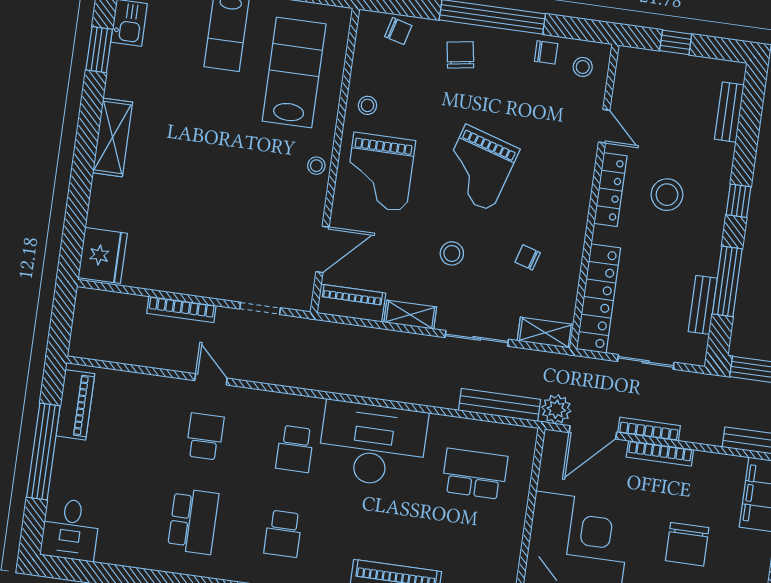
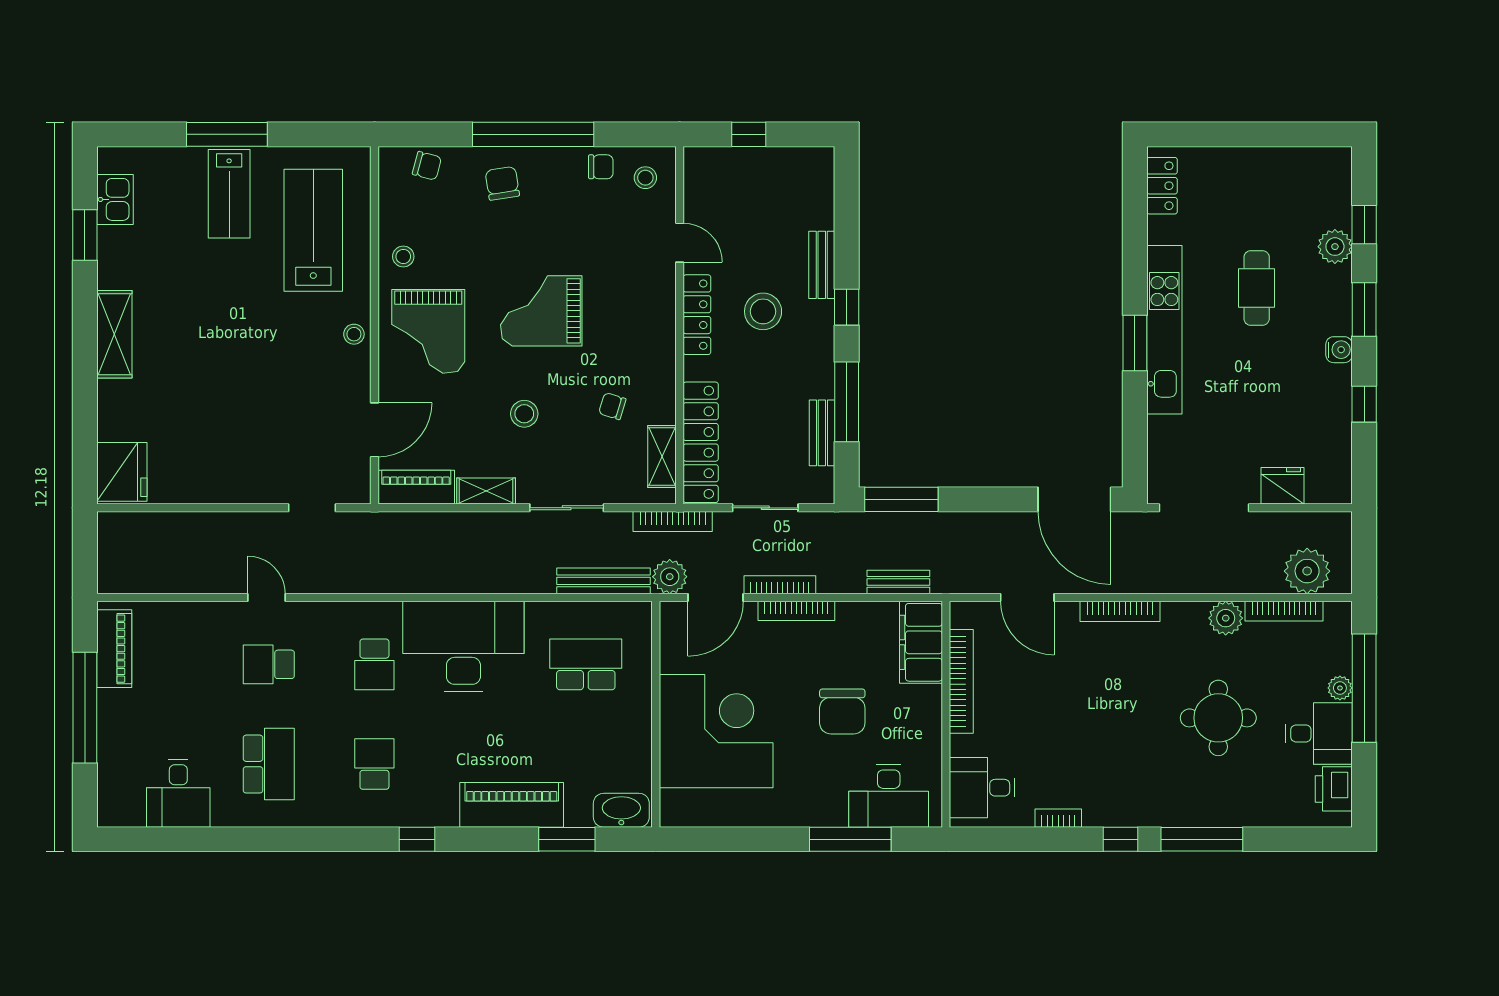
bench: (729, 112) -> (822, 265), moved
grand piano: (478, 168) -> (541, 311), turned 73
bookcase: (181, 309) -> (673, 521), moved
shelving: (545, 333) -> (662, 457), moved, turned 90
school desk: (205, 436) -> (269, 664), turned -90
desk: (70, 529) -> (178, 793), moved
school desk: (283, 534) -> (374, 764), turned 180

